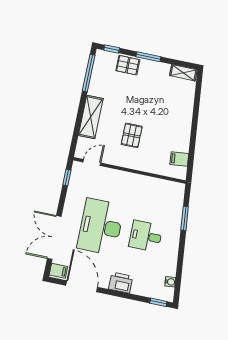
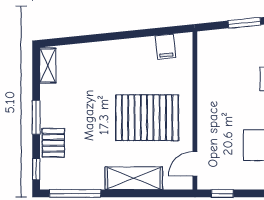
pallet: (132, 135) -> (147, 118), width x2.05, depth x2.00
door: (92, 162) -> (195, 164), hinge flipped

